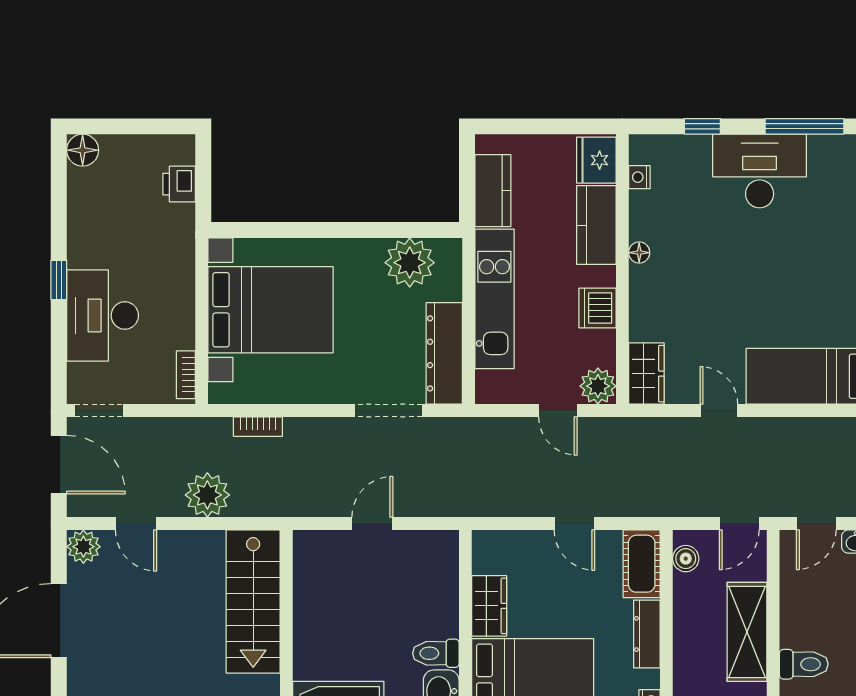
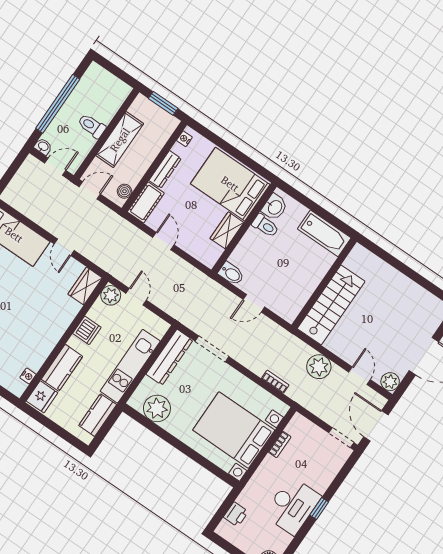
floor lamp: (639, 253) -> (51, 342), removed
desk: (103, 316) -> (292, 506), moved
bookcase: (186, 375) -> (280, 444), moved
bidet: (438, 545) -> (231, 274), added
toilet: (804, 664) -> (92, 126), moved

